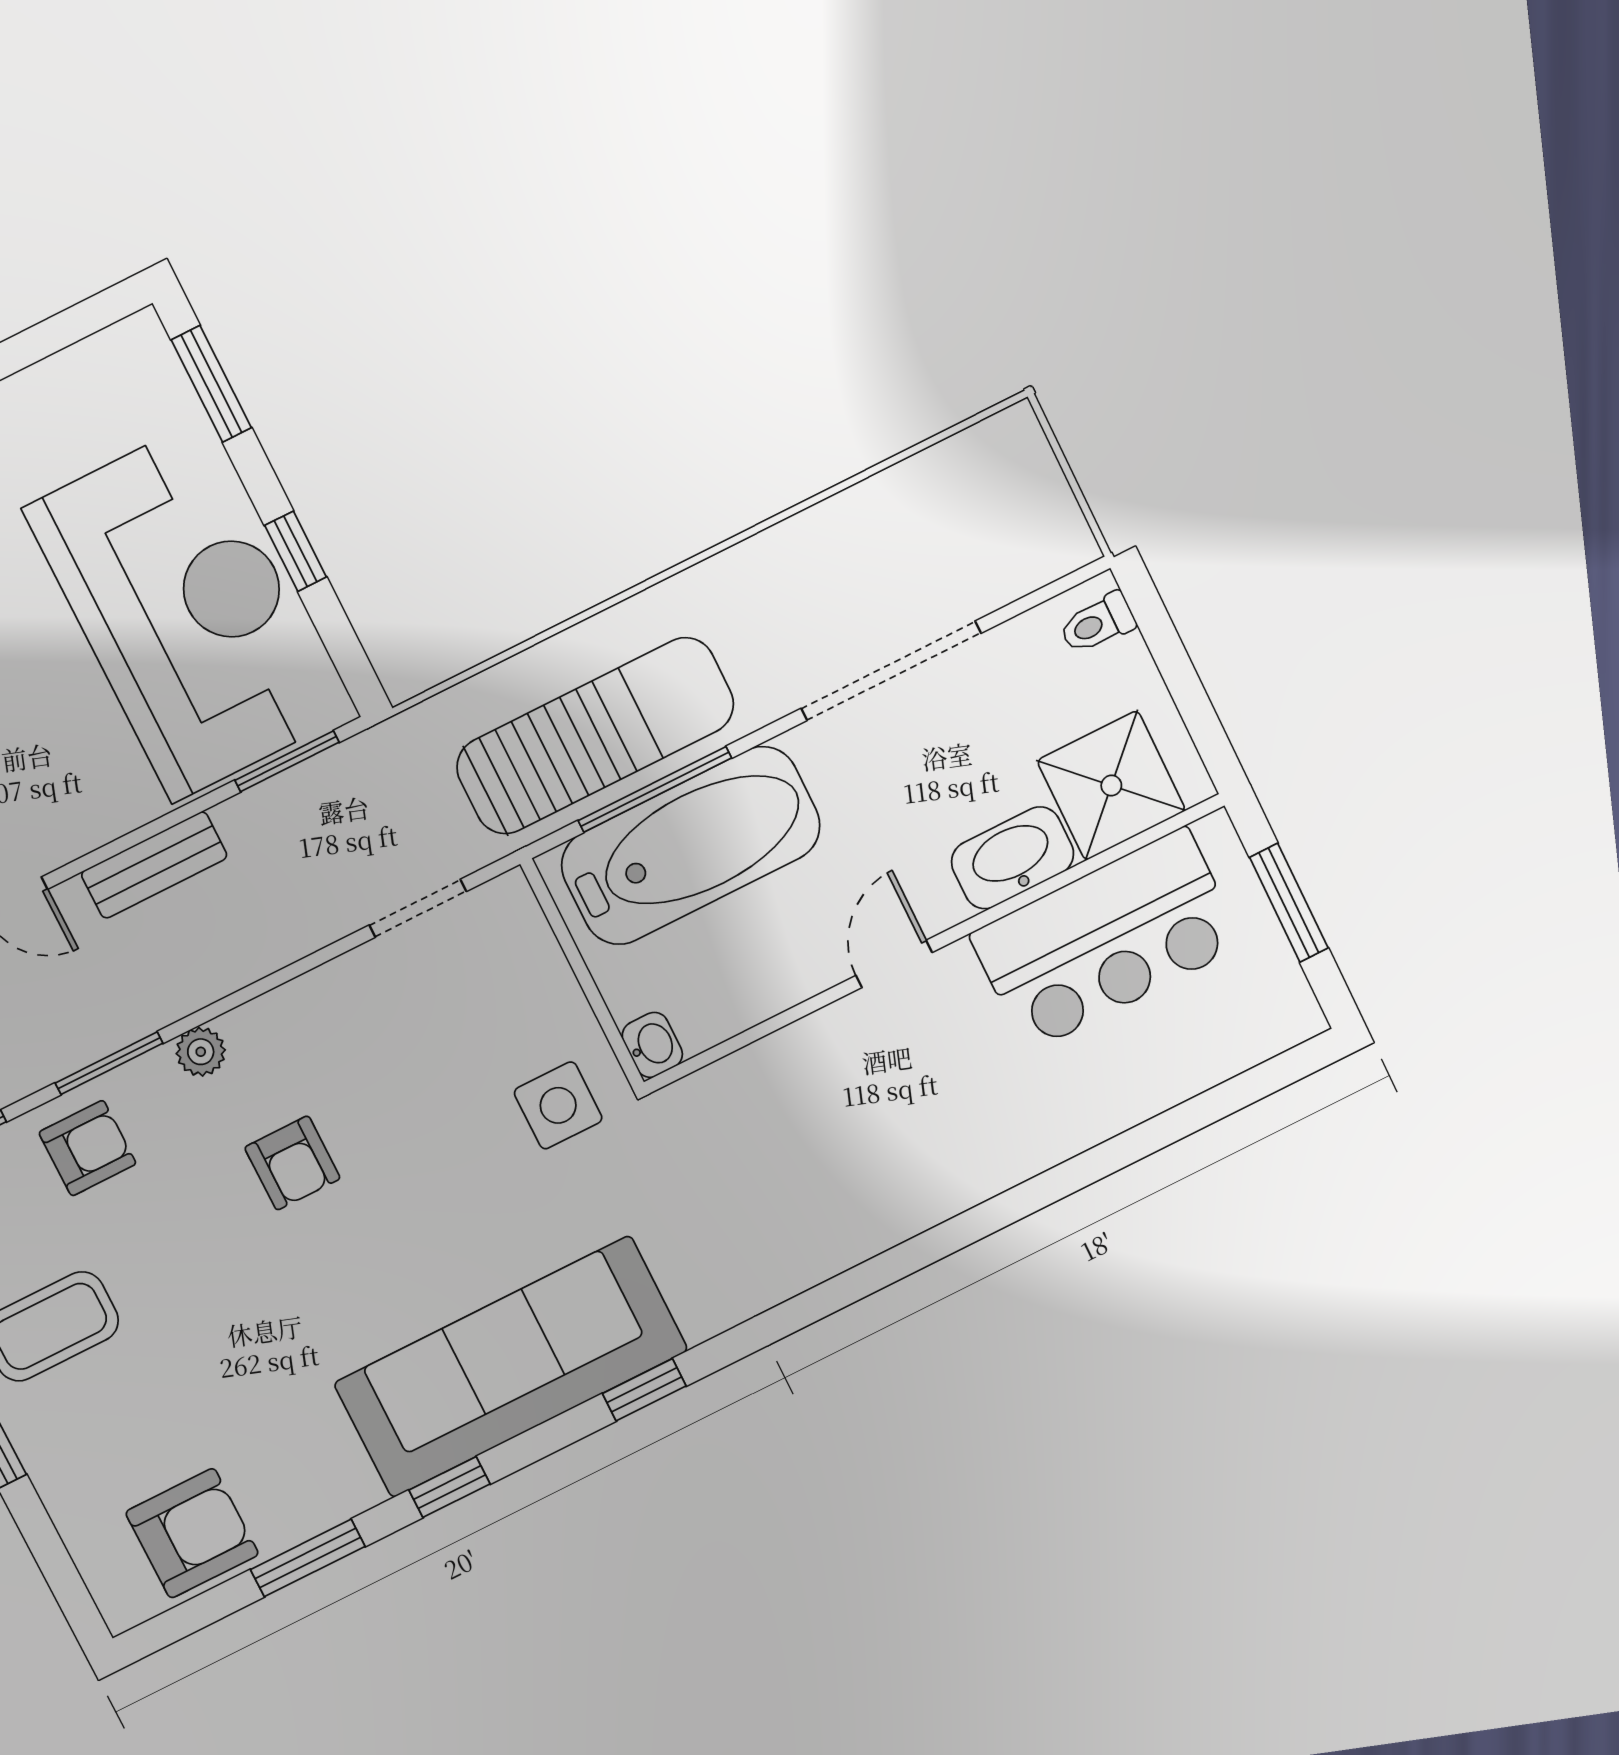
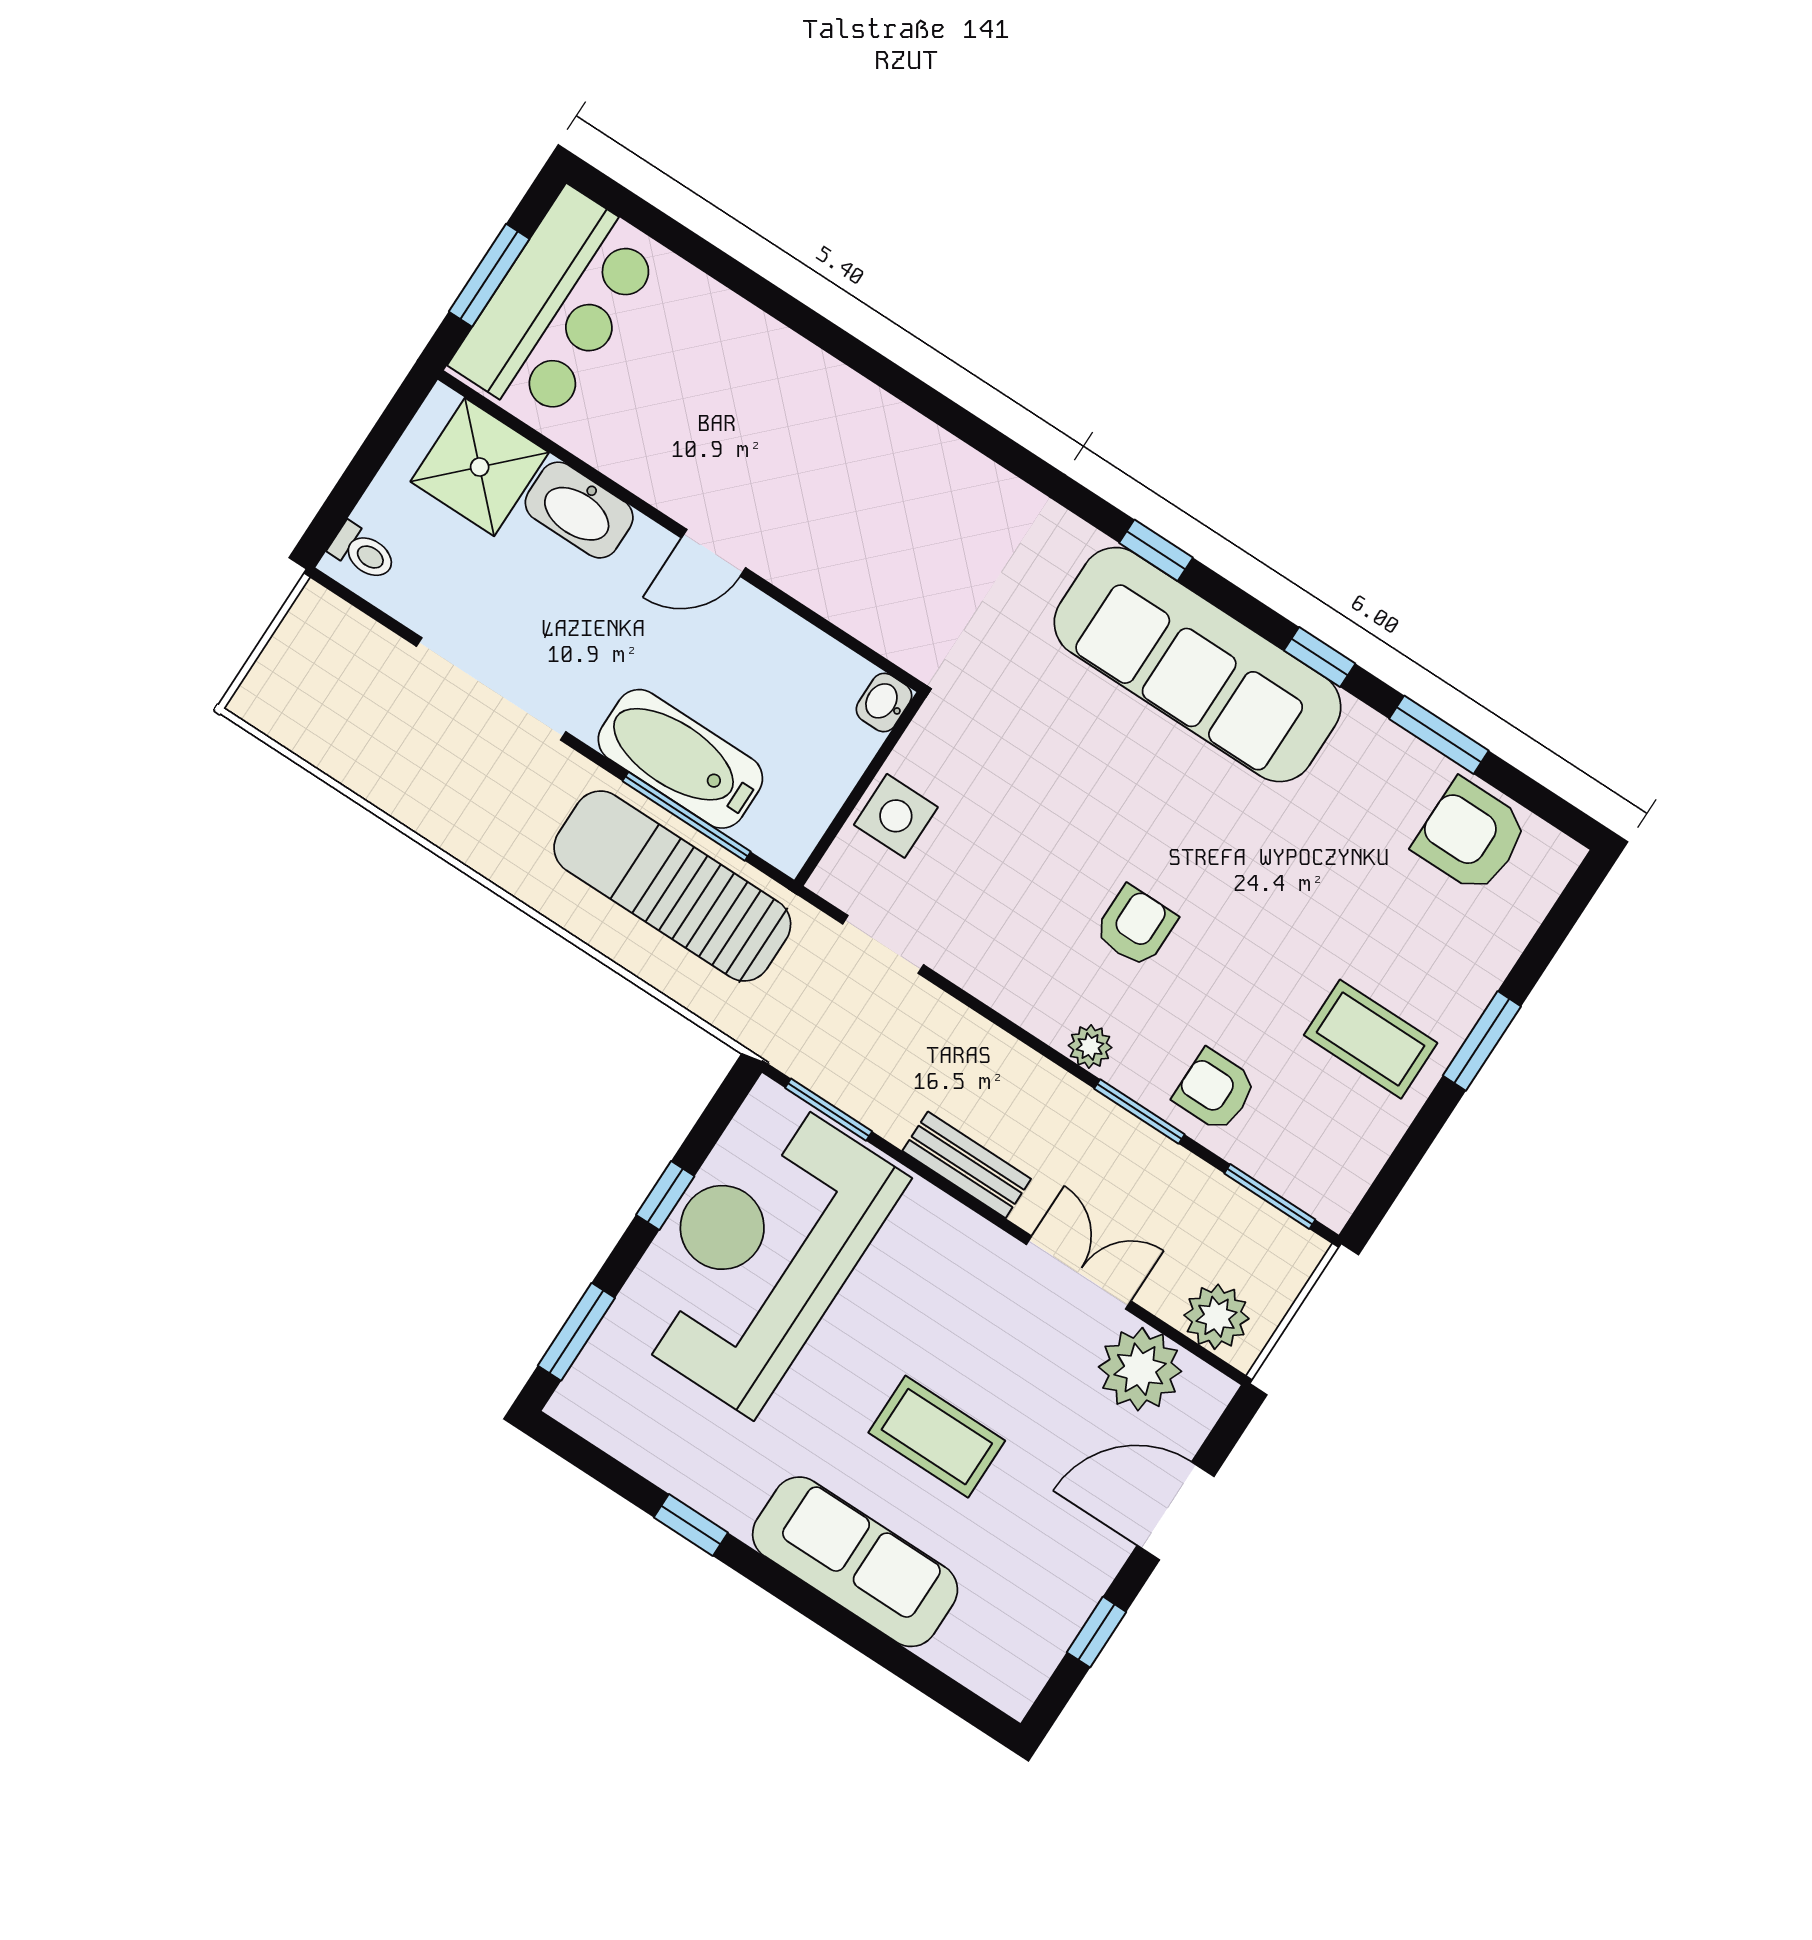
bathtub: (691, 846) -> (680, 759), width x0.73, depth x0.73
bar counter: (1107, 940) -> (557, 307), moved, turned 90
side table: (558, 1105) -> (896, 816), moved

